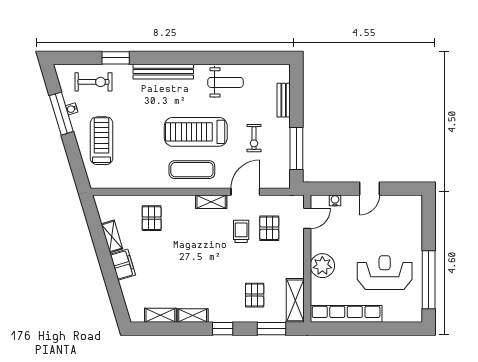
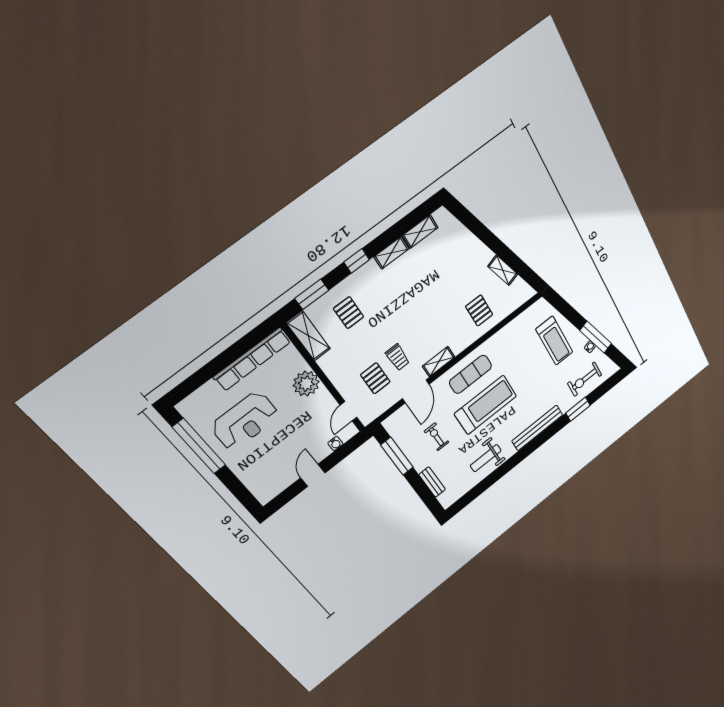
filing cabinet: (123, 265) -> (480, 253), removed

